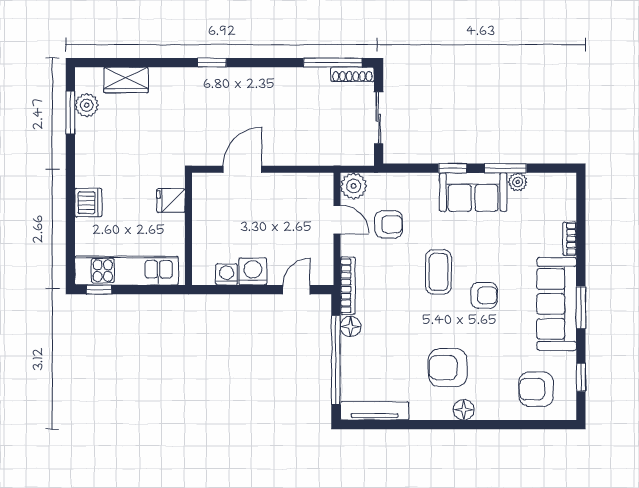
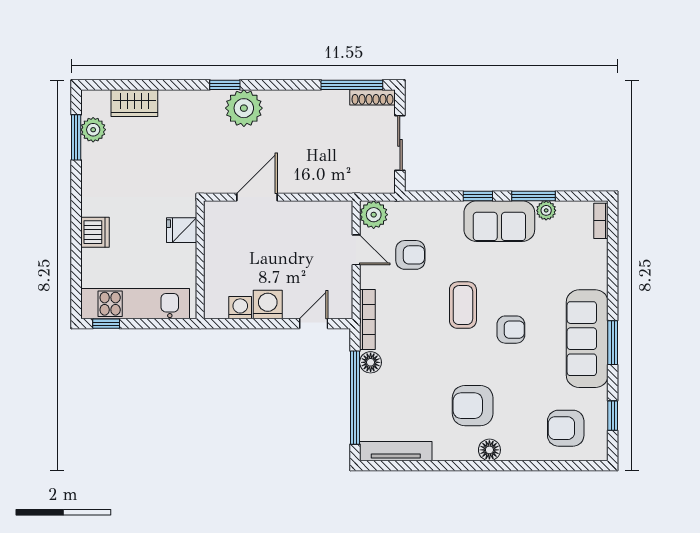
plant: (230, 85) -> (244, 108), added
bookcase: (570, 239) -> (601, 221), moved

